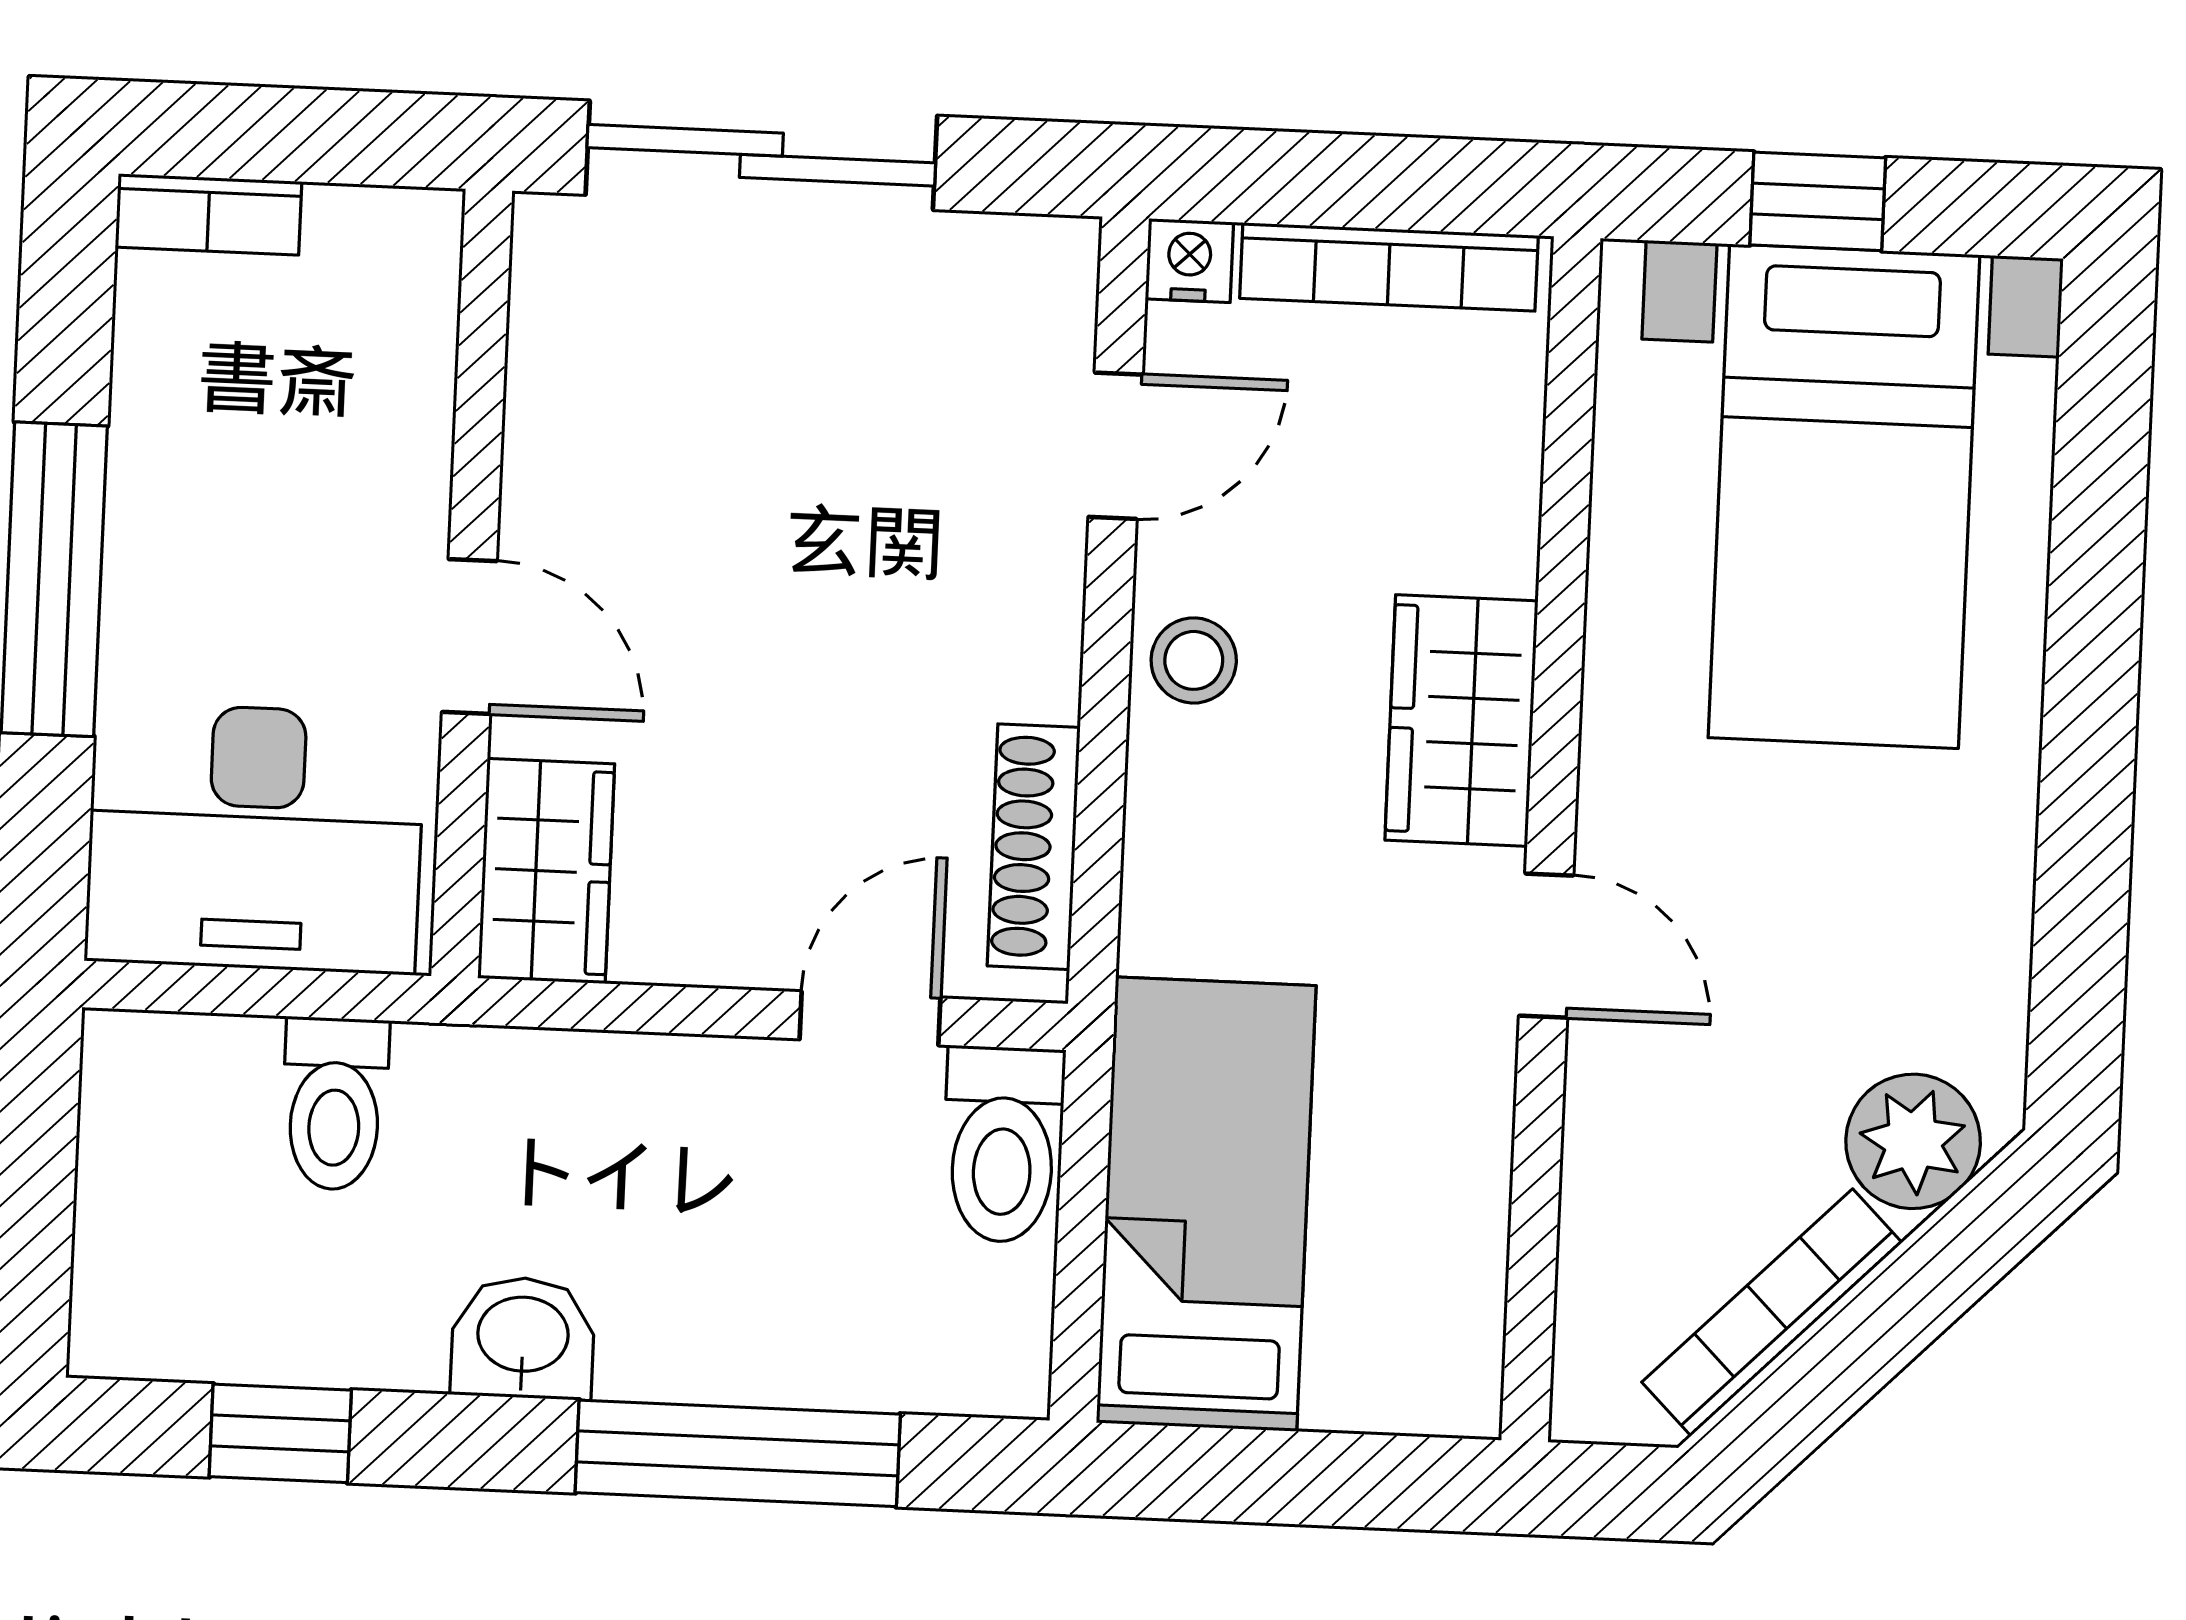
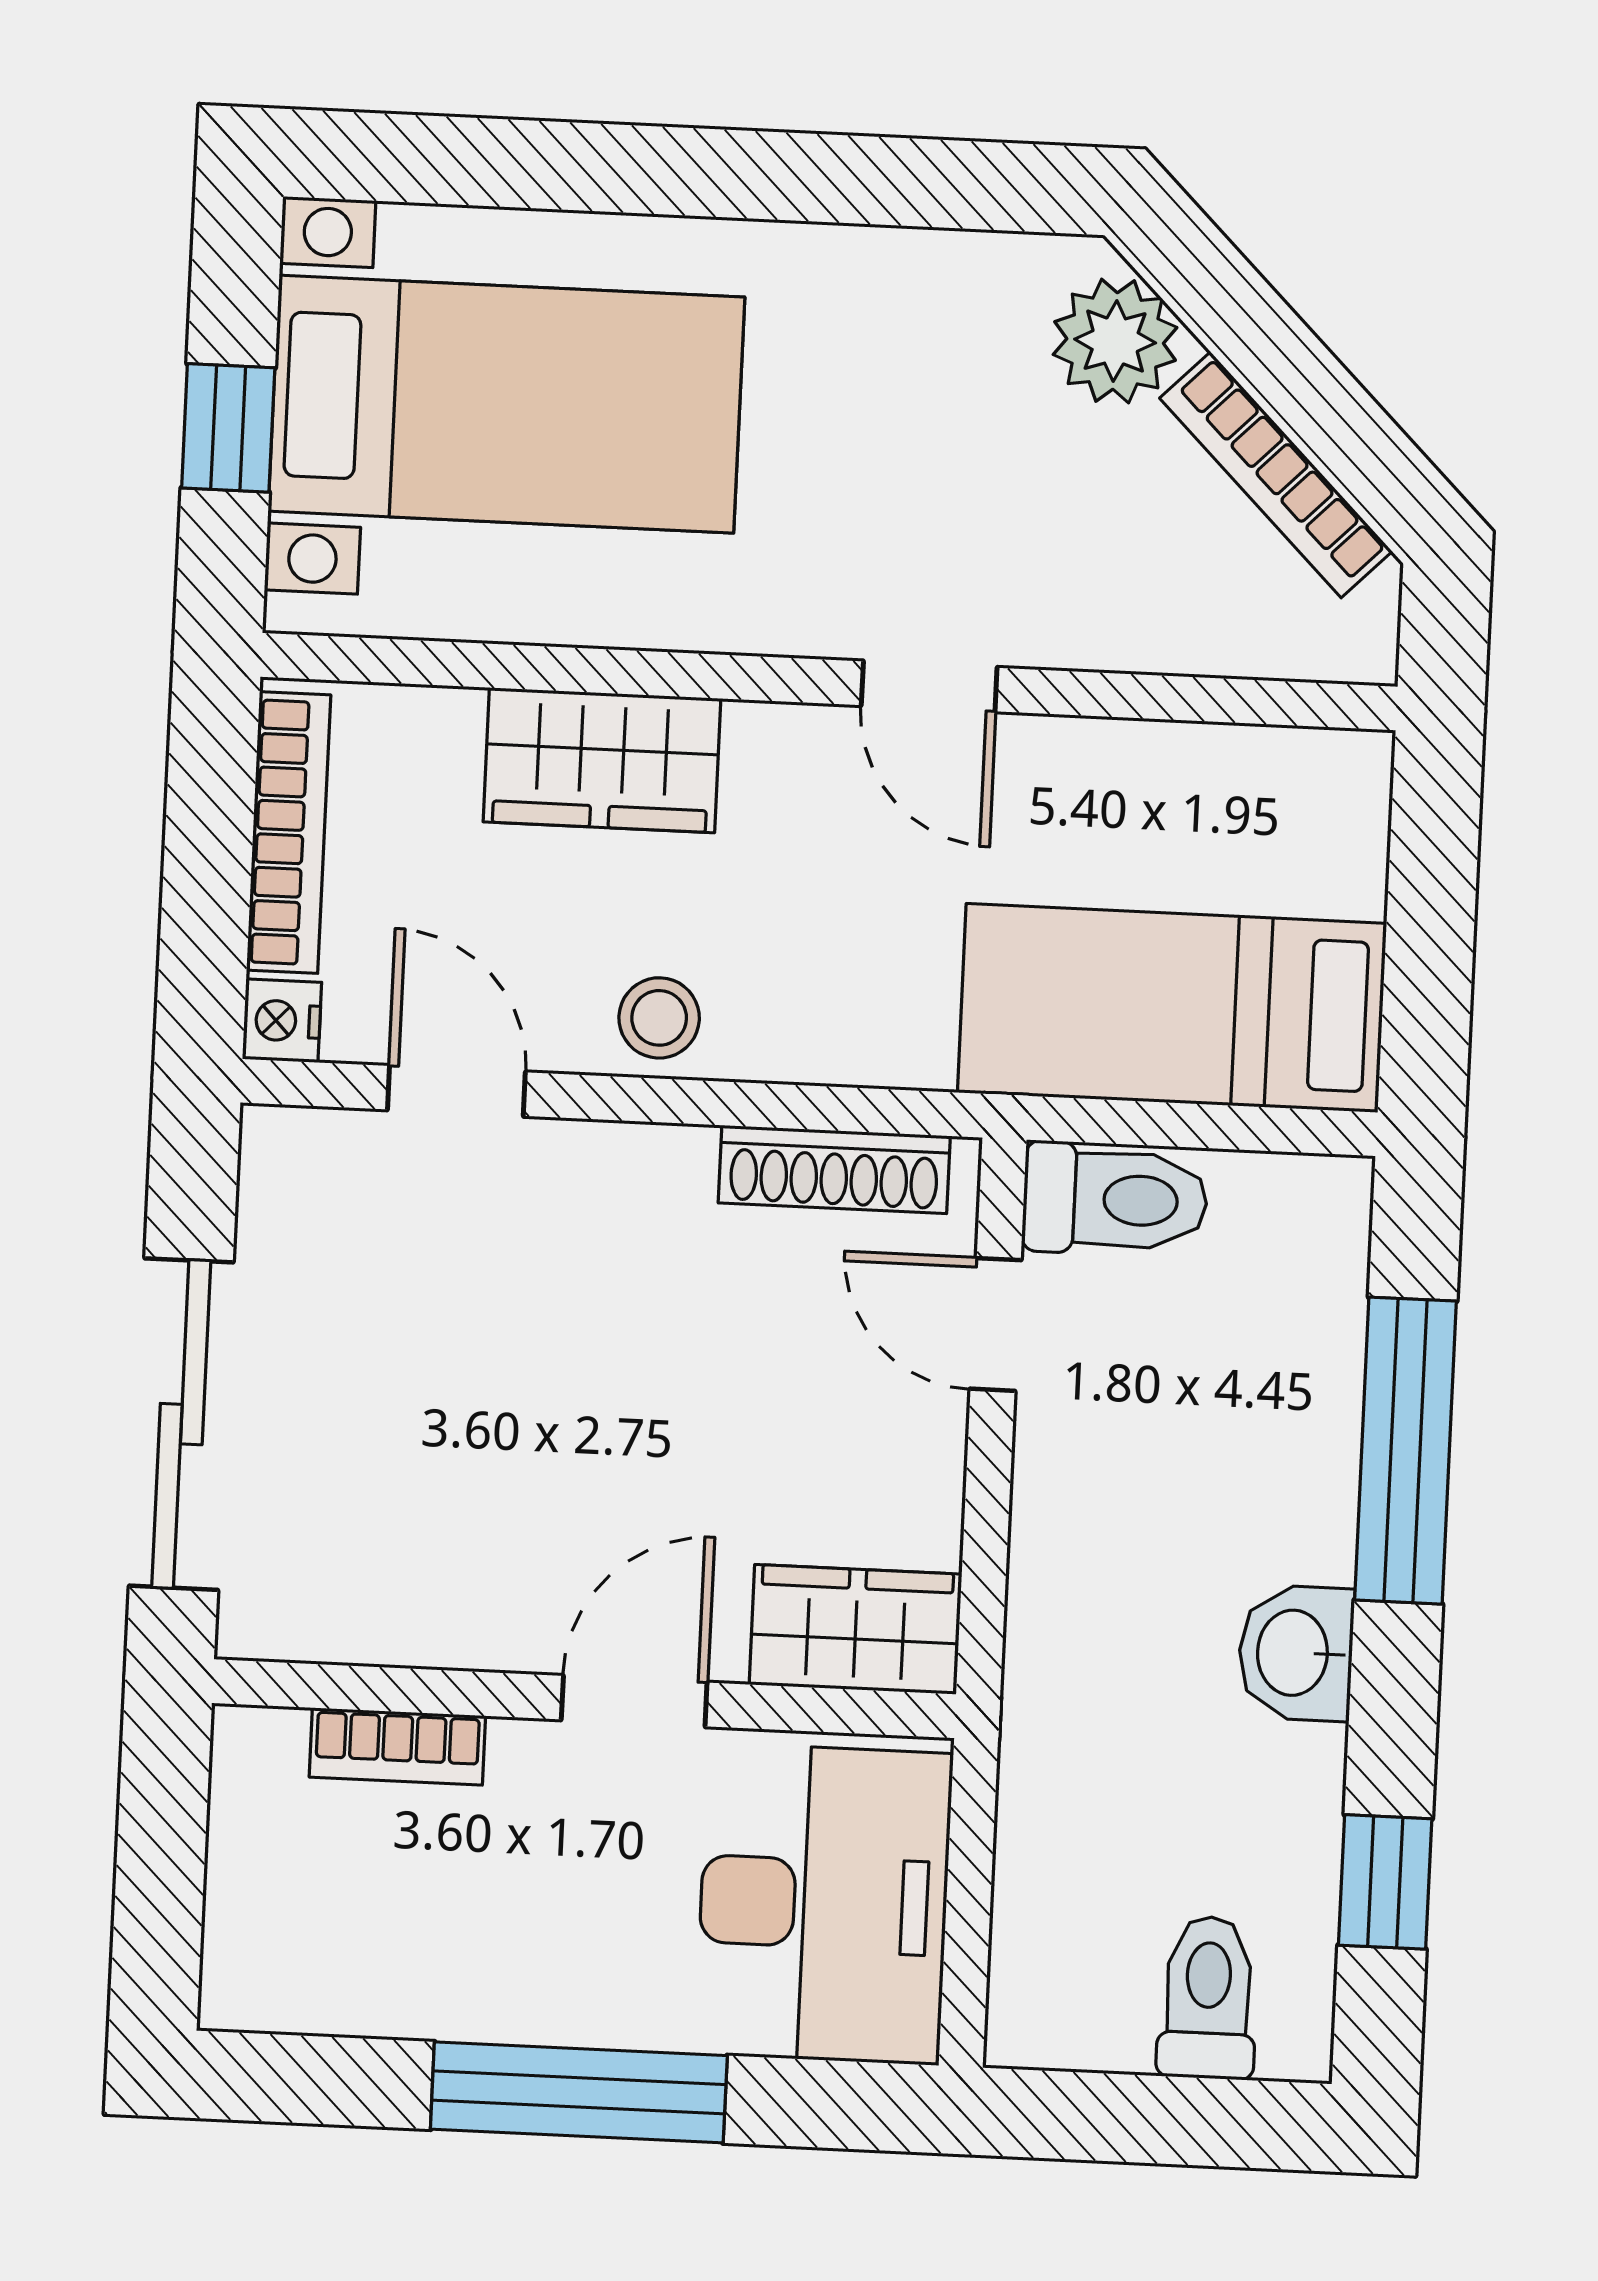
bookcase: (209, 214) -> (397, 1747), moved, turned 90
wardrobe: (1461, 721) -> (602, 760), moved
door: (1546, 946) -> (929, 686), swing flipped
toilet: (335, 1104) -> (1208, 1998), moved, turned -90

